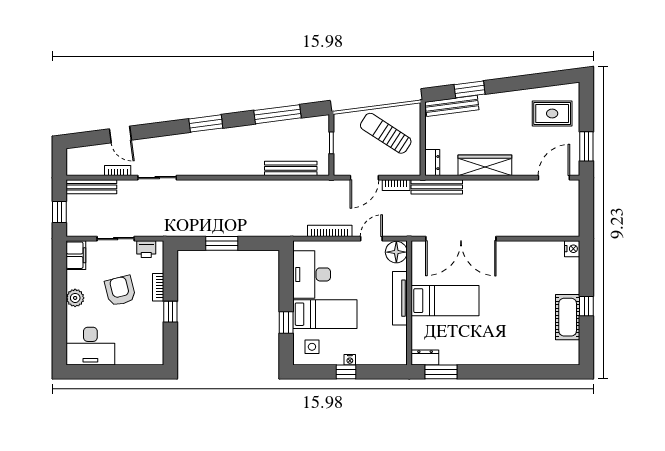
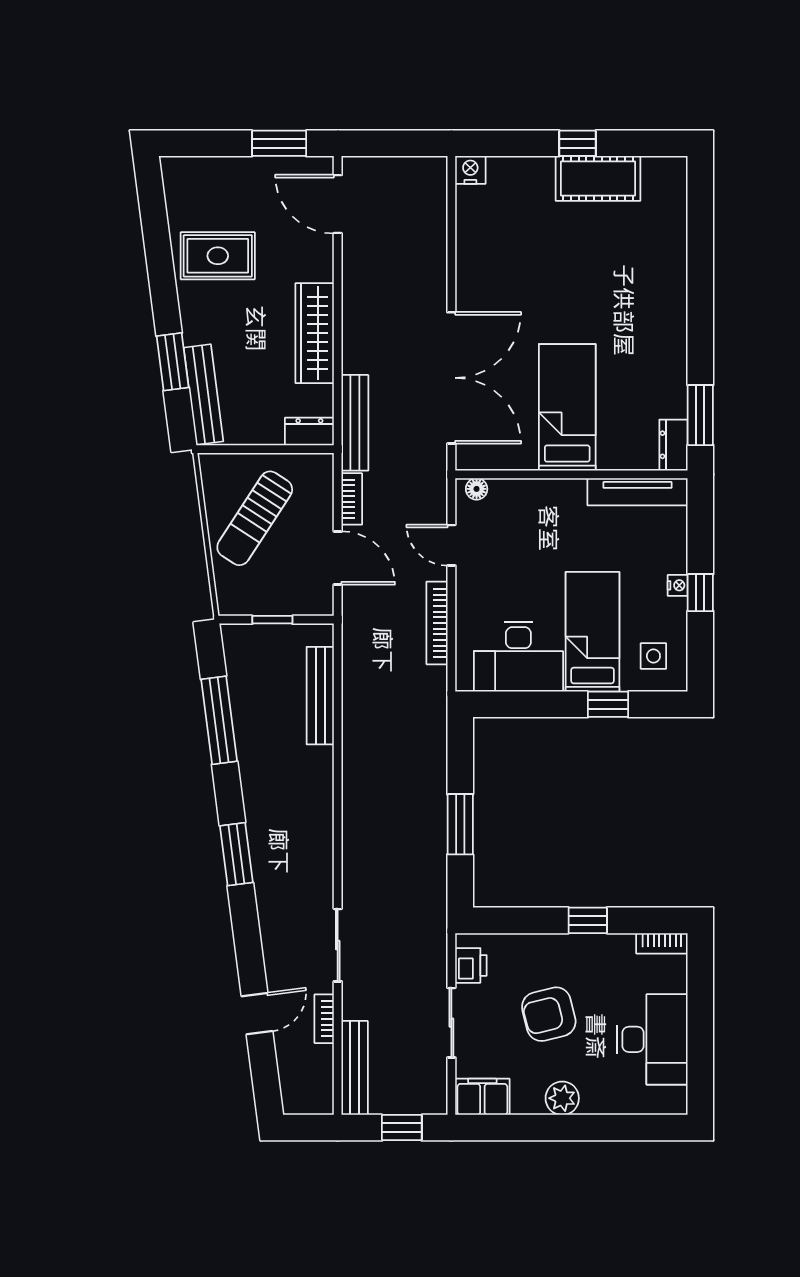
rug: (552, 114) -> (218, 256), moved, turned 90
floor lamp: (396, 252) -> (477, 489), width x0.53, depth x0.53
bookcase: (158, 287) -> (662, 943), moved
tv unit: (400, 298) -> (638, 492), moved
desk: (90, 346) -> (652, 1039), moved

